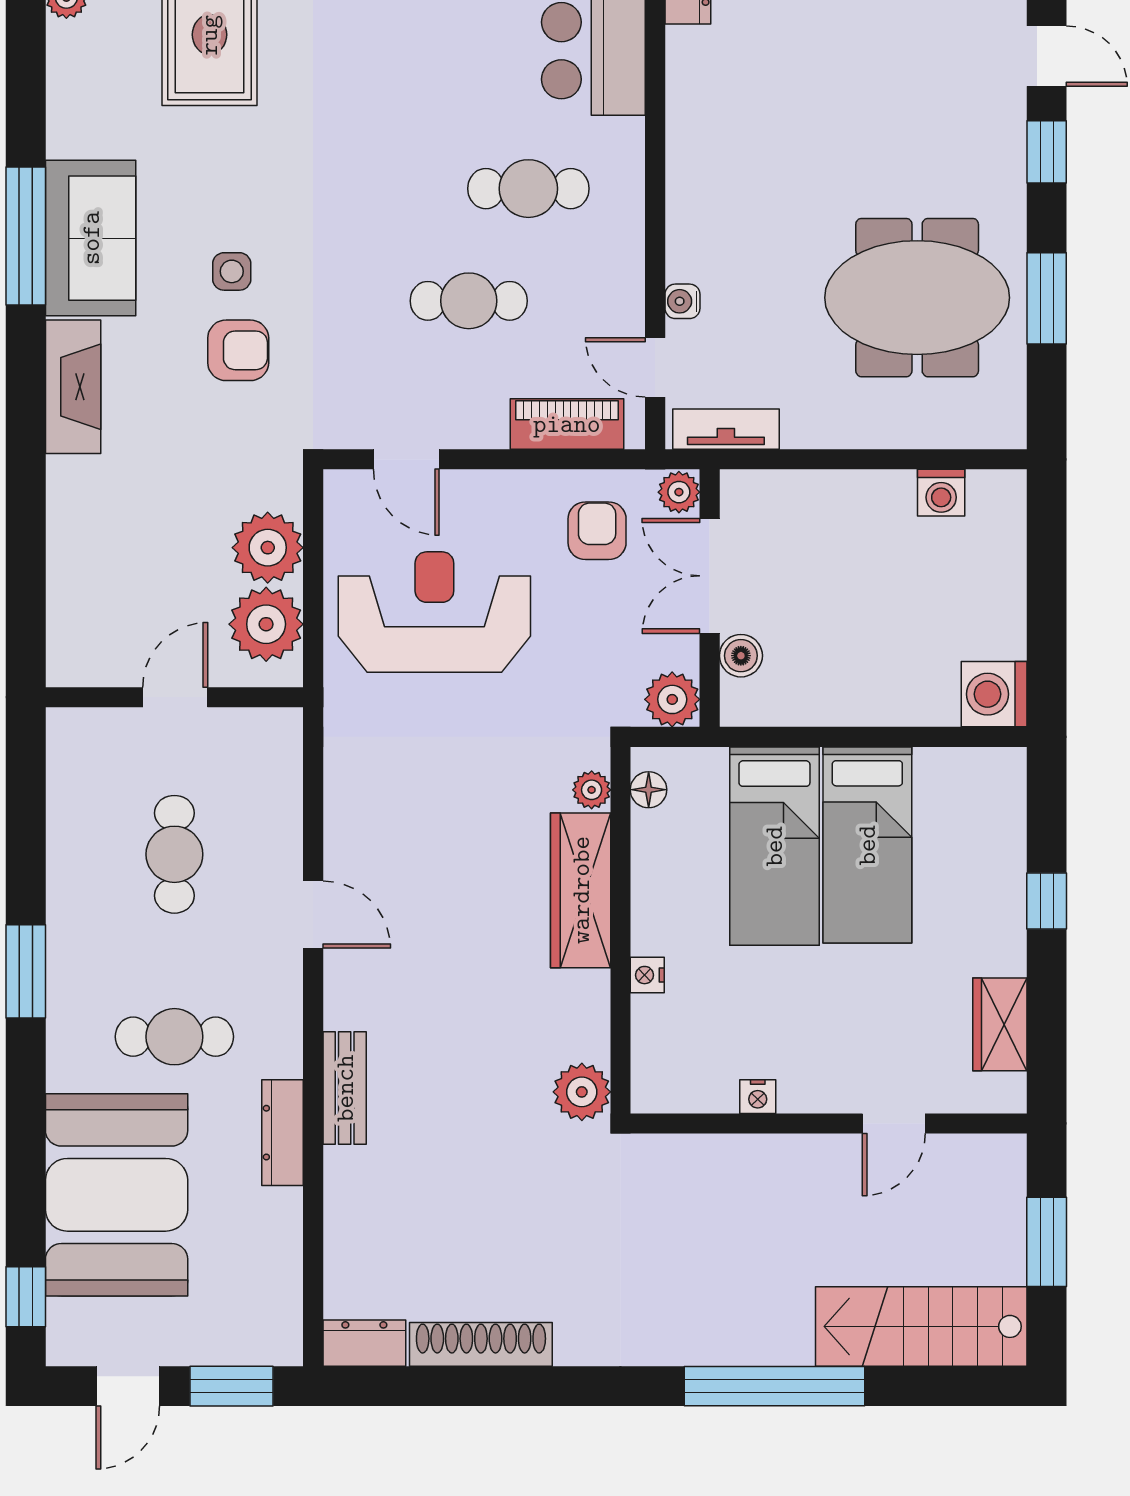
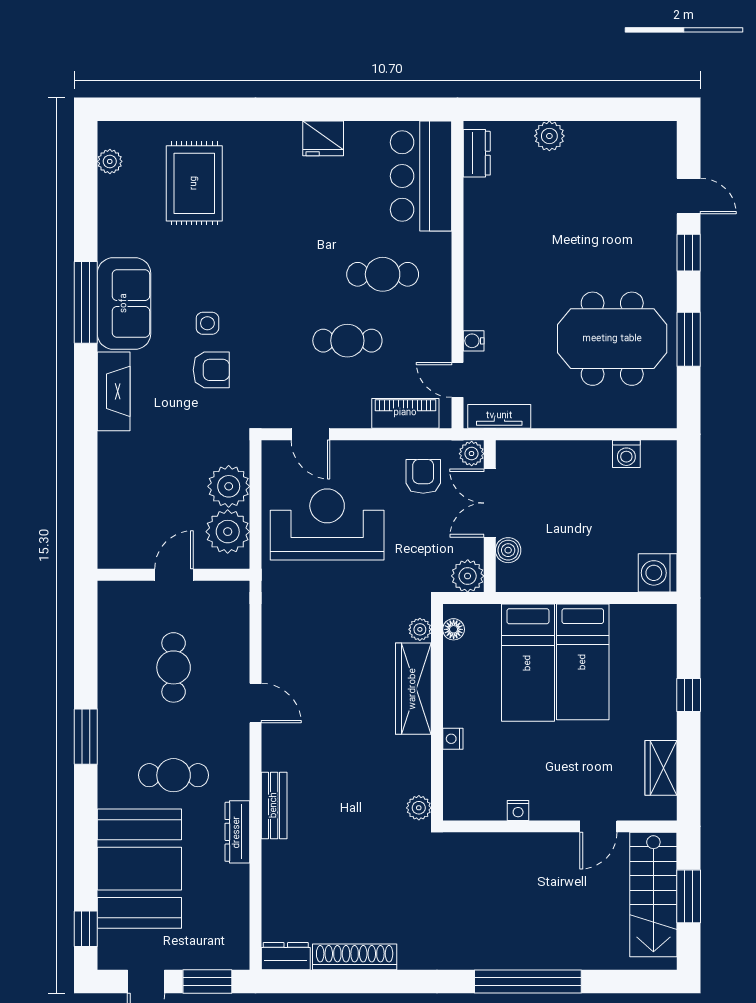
plant: (582, 1092) -> (419, 808), width x0.73, depth x0.73
stairs: (921, 1326) -> (653, 895), moved, turned -90

